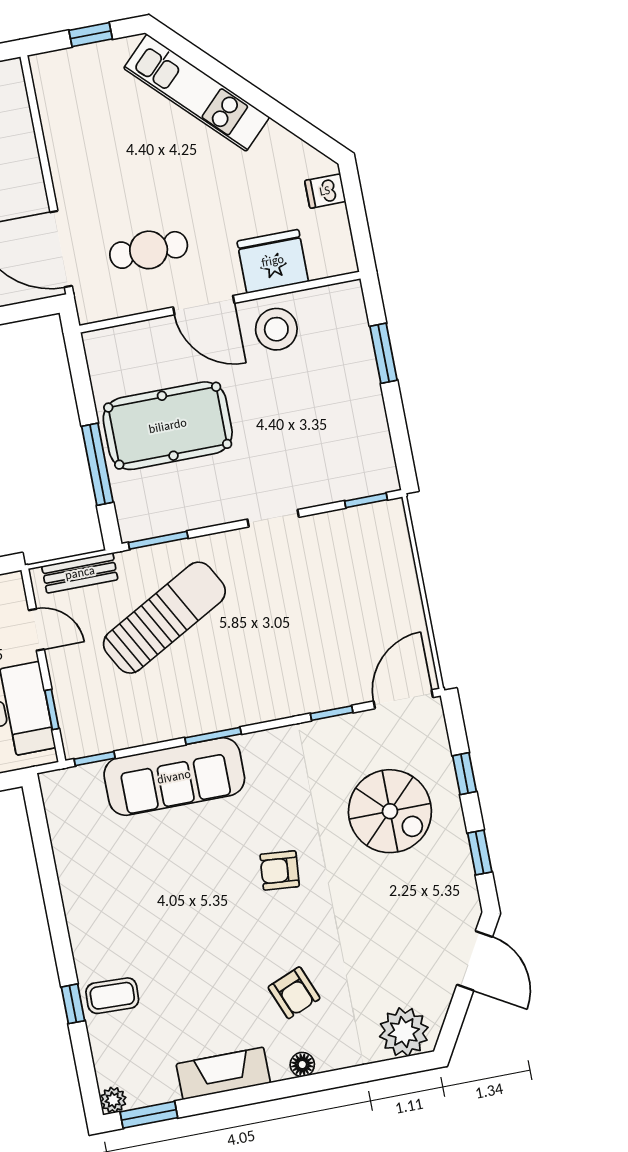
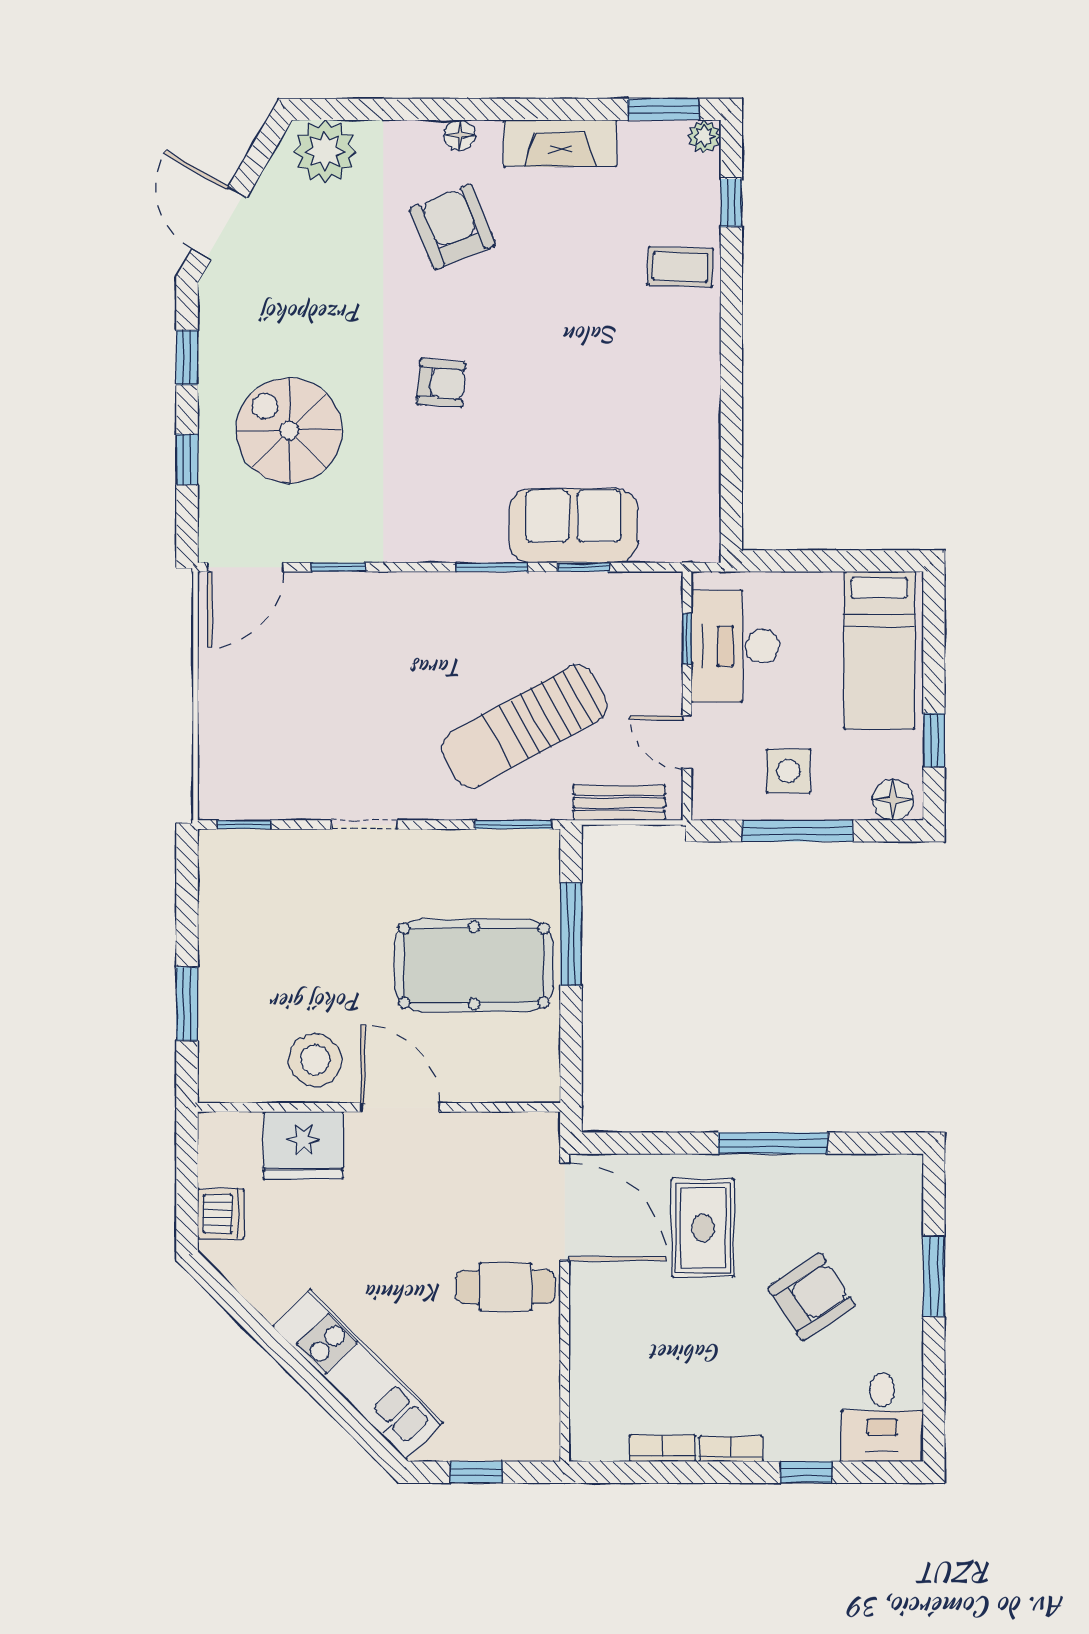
dishwasher: (325, 191) -> (221, 1214), width x1.38
cafe table: (149, 250) -> (505, 1287), moved
window: (95, 759) -> (584, 567), moved
sofa: (174, 777) -> (573, 526), width x0.73
armchair: (294, 993) -> (453, 227), width x1.38, depth x1.38
window: (73, 1004) -> (731, 203), moved

